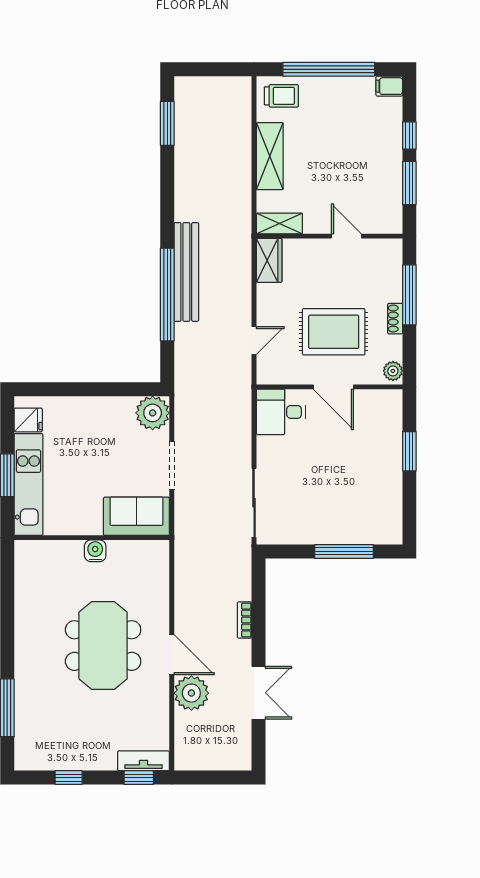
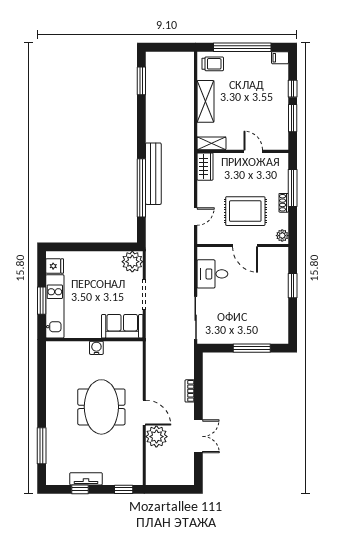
desk: (281, 412) -> (212, 274), moved
tv unit: (144, 761) -> (86, 479), moved

